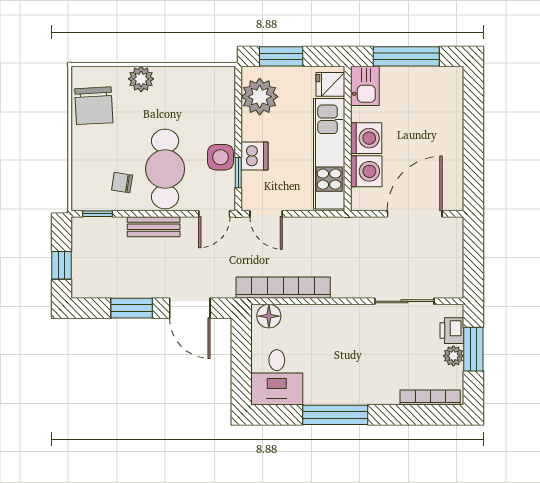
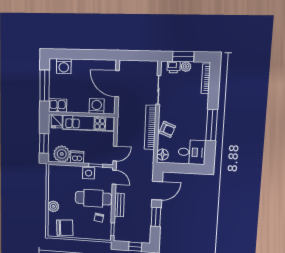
washing machine: (366, 138) -> (64, 66), moved, turned 180
dishwasher: (255, 156) -> (77, 157), moved
bookcase: (283, 288) -> (150, 127), moved
armchair: (323, 324) -> (167, 129), added

